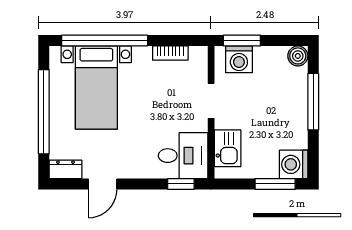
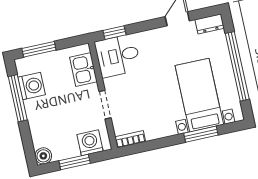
window: (105, 41) -> (201, 134), width x0.47
window: (242, 41) -> (75, 162), moved
bookcase: (170, 53) -> (130, 139), moved
window: (313, 102) -> (18, 98), moved
washing machine: (294, 164) -> (31, 86), moved

